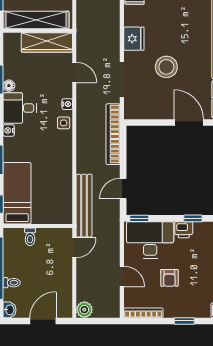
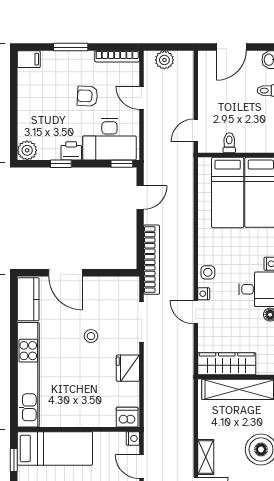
stool: (166, 67) -> (91, 336), width x0.53, depth x0.53
door: (74, 72) -> (196, 312), moved
bed: (46, 193) -> (228, 192), added
bench: (84, 206) -> (185, 178), removed
toilet: (30, 237) -> (229, 143), moved
armchair: (169, 278) -> (87, 96), turned -87
plant: (84, 310) -> (164, 60), moved
window: (184, 321) -> (71, 47), width x1.50

